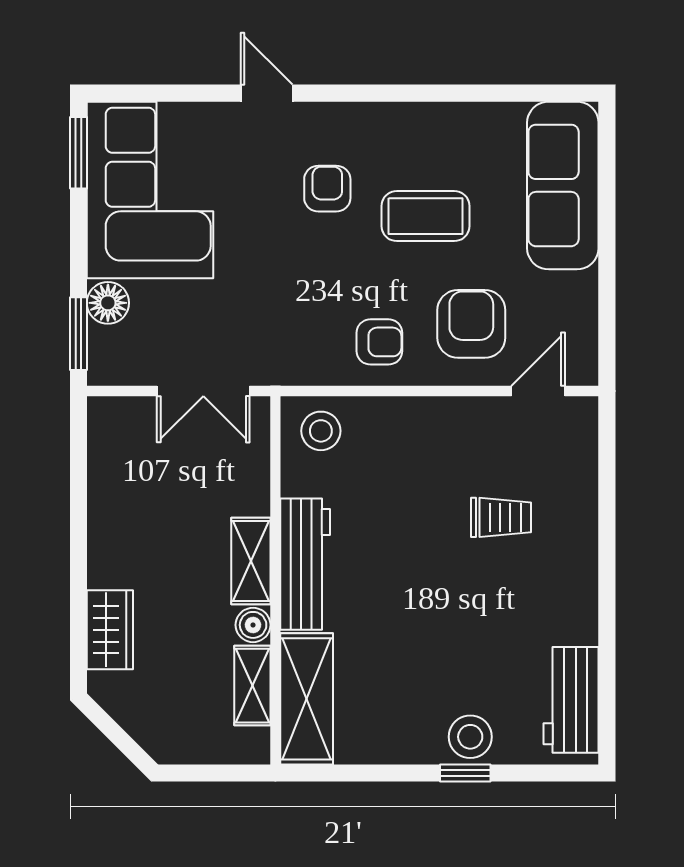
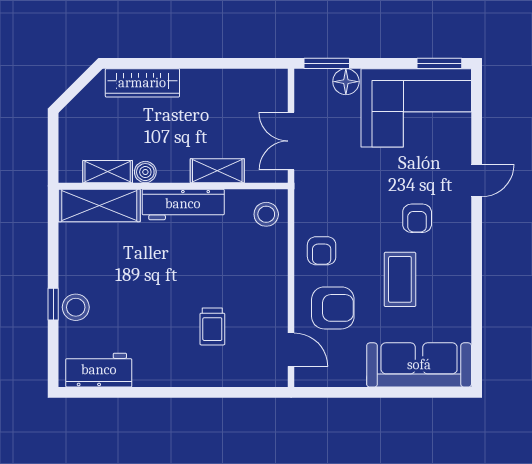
armchair: (327, 189) -> (417, 218), turned 90
shelving: (251, 561) -> (217, 171), moved
wardrobe: (110, 630) -> (142, 83), width x1.50

